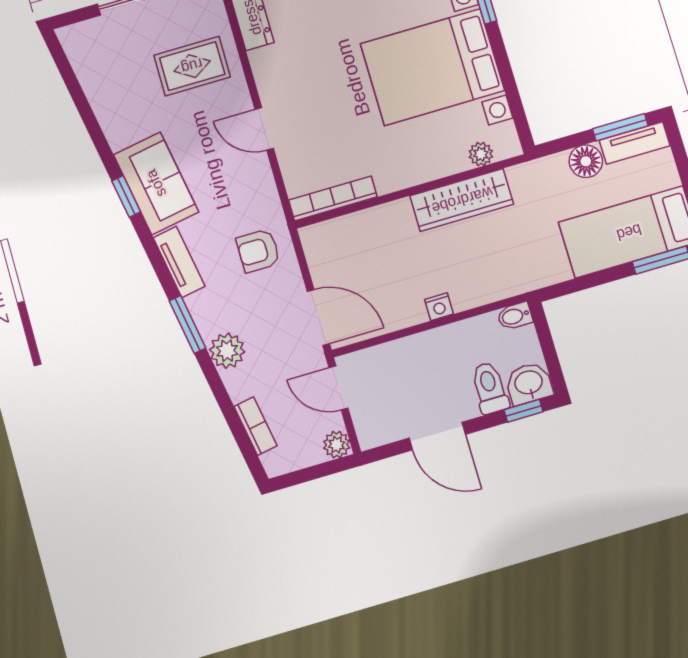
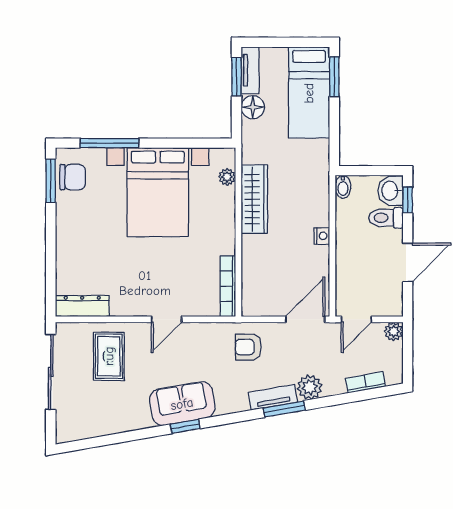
armchair: (258, 251) -> (248, 347), turned 90
tv unit: (179, 262) -> (273, 397), moved

